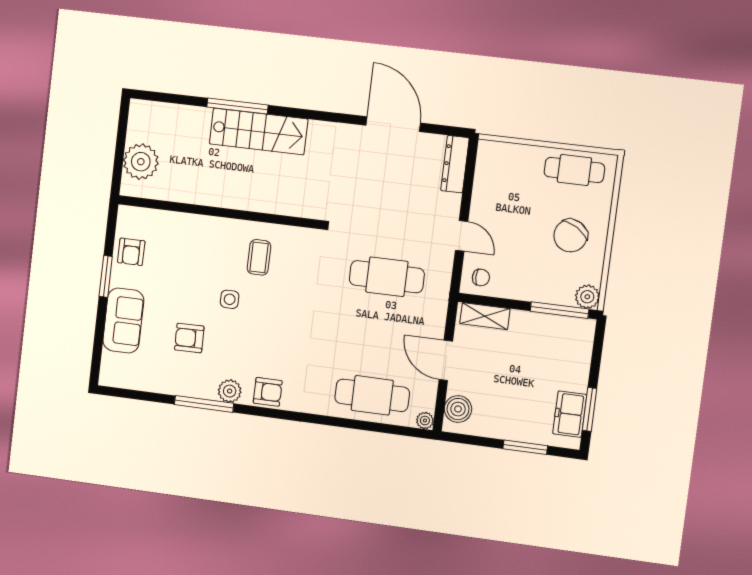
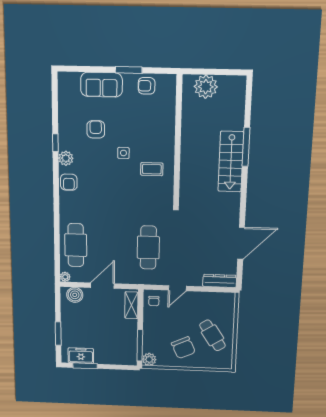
cafe table: (574, 170) -> (213, 335), moved, turned -33
chair: (570, 236) -> (183, 348), turned -147
window: (204, 404) -> (55, 143), width x0.46

